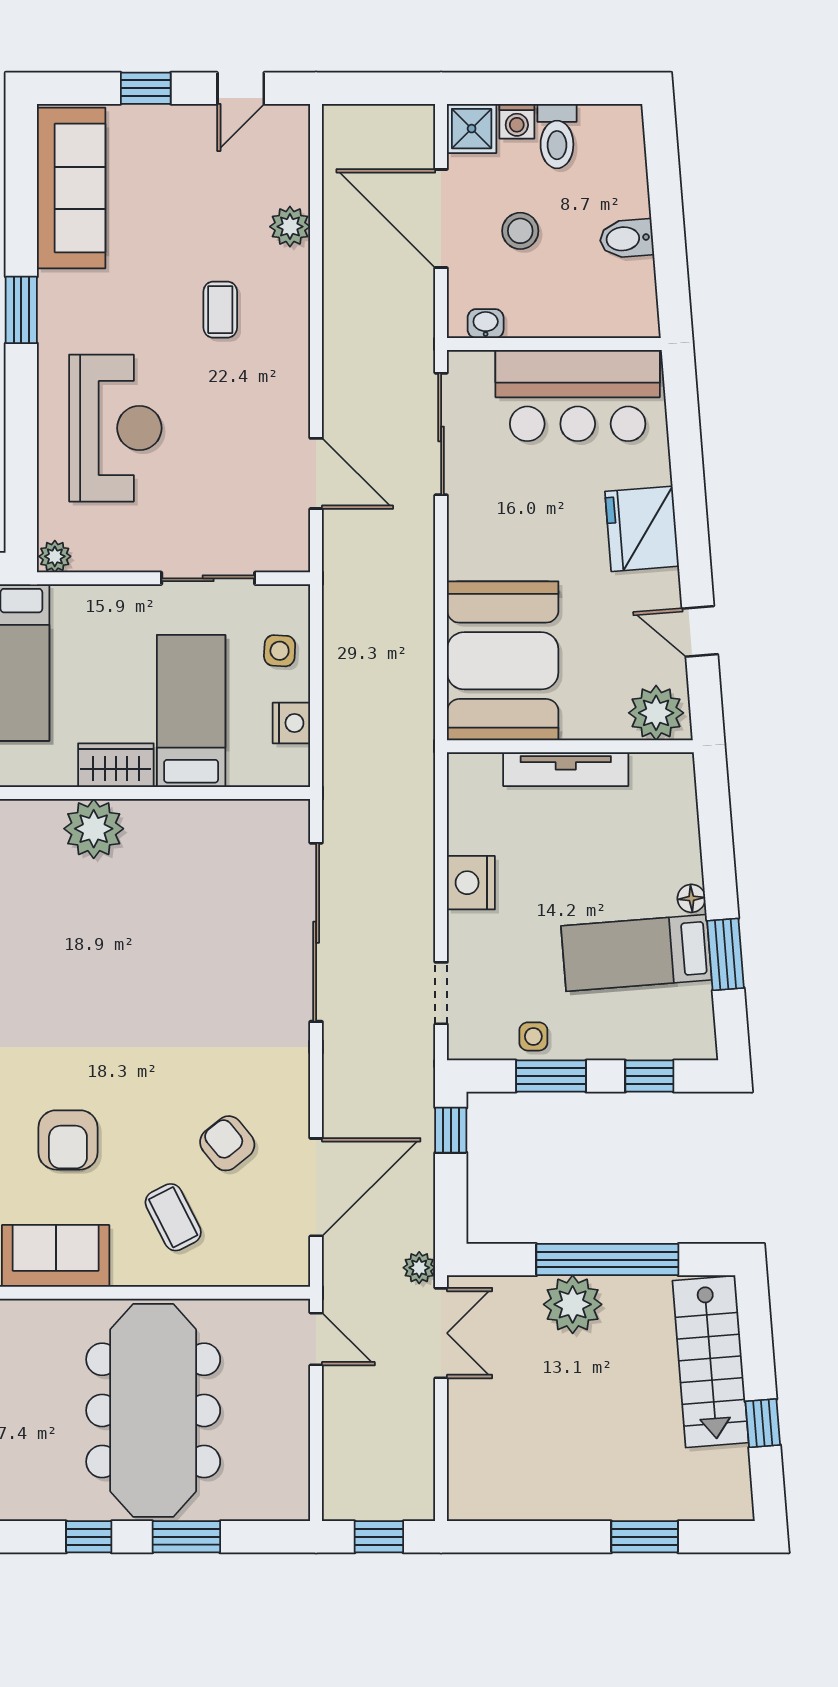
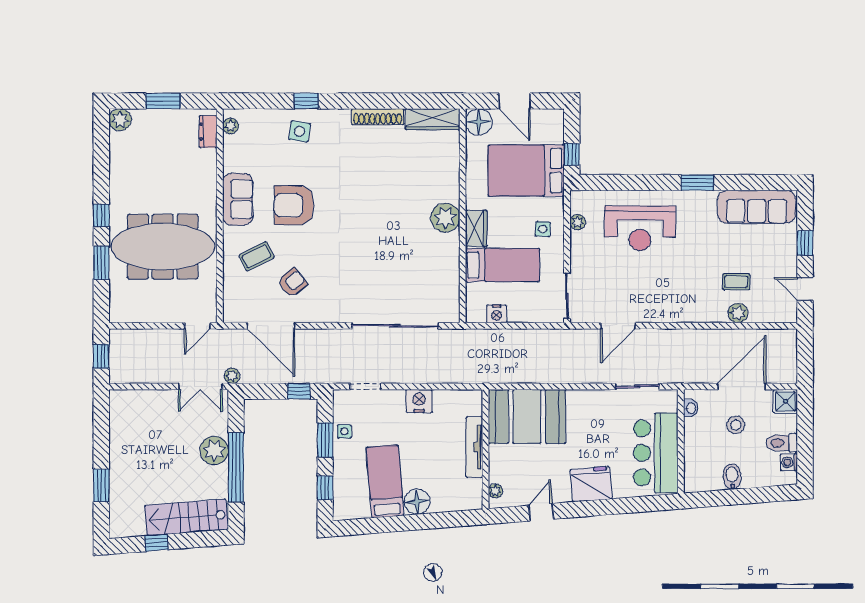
washing machine: (517, 121) -> (789, 462), moved
coffee table: (220, 310) -> (736, 282), moved
sliding door: (441, 434) -> (637, 387), width x0.73
plant: (55, 556) -> (578, 222), moved
sliding door: (208, 578) -> (567, 296), moved
side table: (280, 651) -> (543, 229), moved
plant: (656, 713) -> (495, 491), width x0.53, depth x0.53
floor lamp: (691, 898) -> (417, 502), width x1.89, depth x1.89
window: (726, 954) -> (384, 525), removed
armchair: (68, 1140) -> (294, 205), width x1.36, depth x1.36

